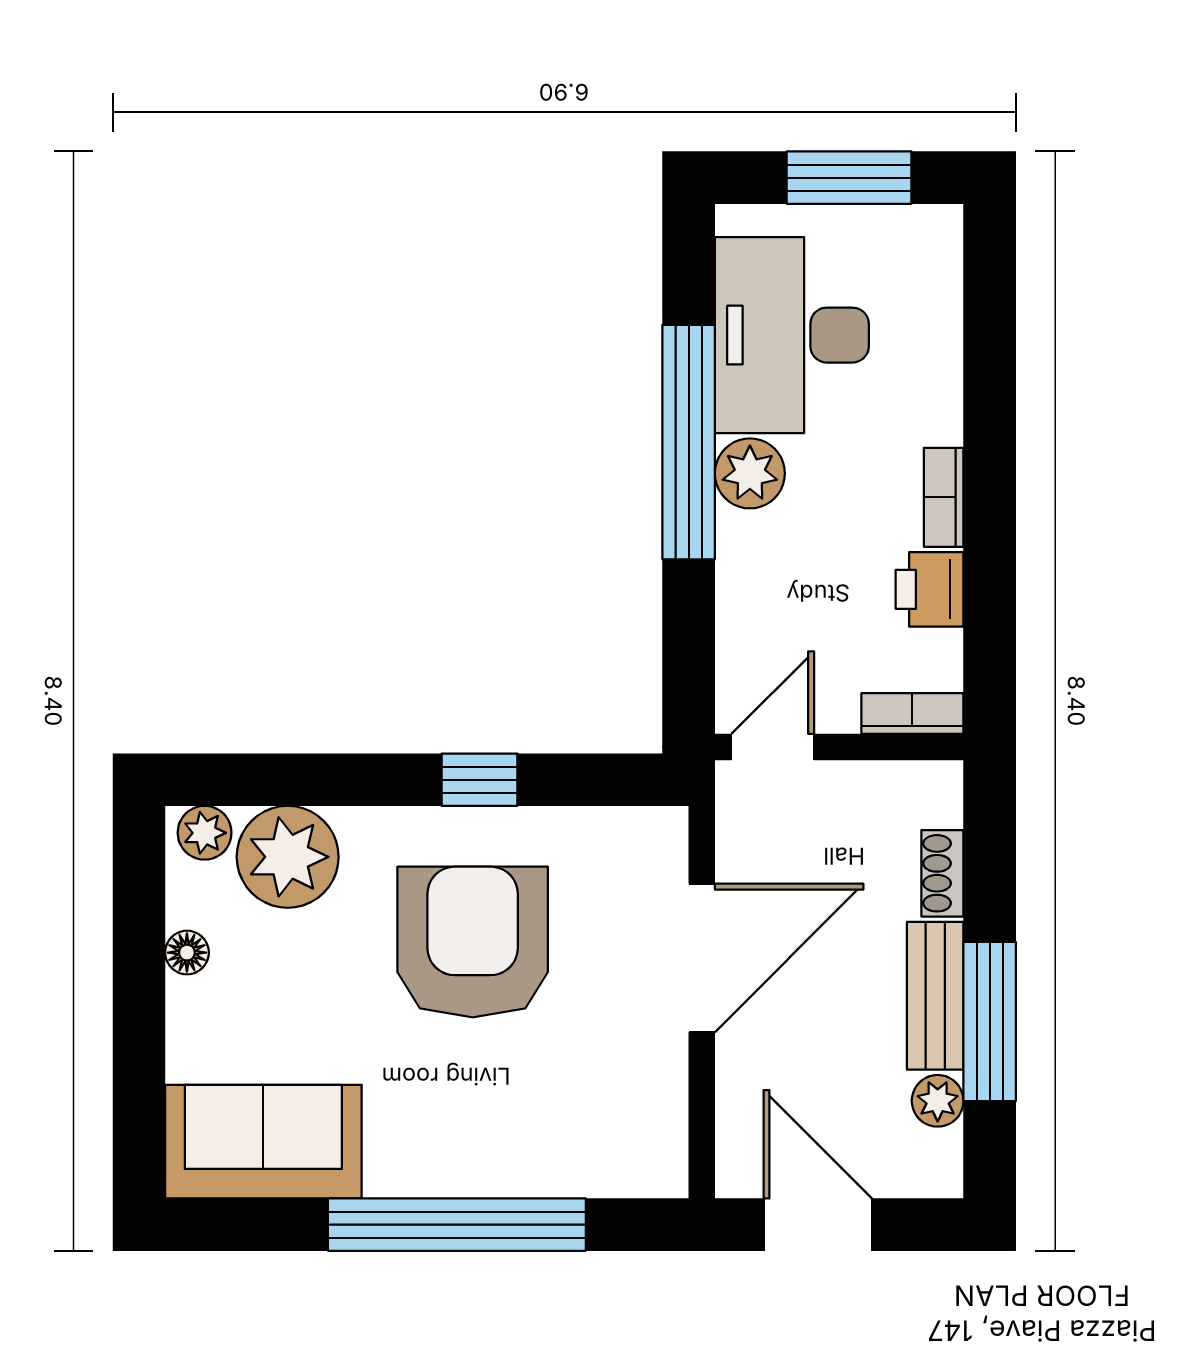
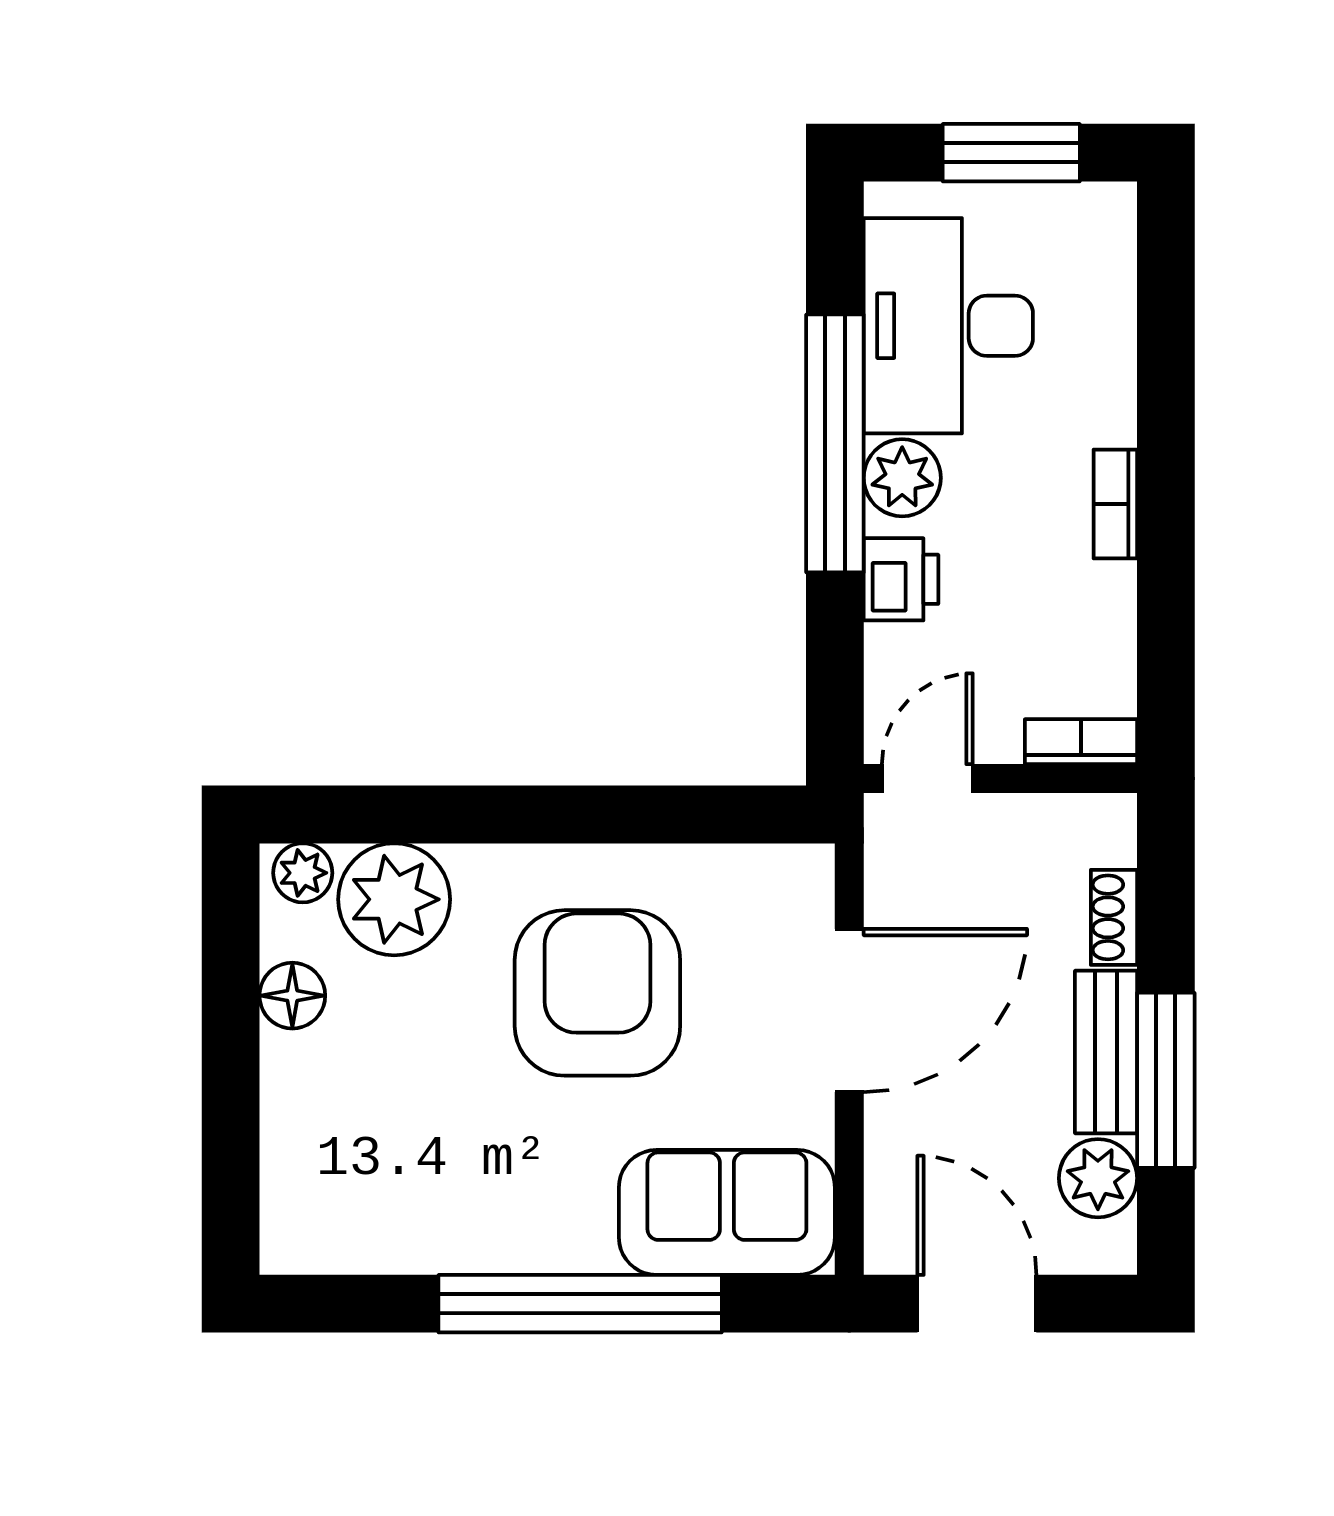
printer: (930, 589) -> (901, 579), moved, turned 180
window: (479, 780) -> (605, 814), removed
floor lamp: (187, 953) -> (292, 996), width x1.37, depth x1.37
plant: (938, 1101) -> (1098, 1178), width x1.38, depth x1.38
sofa: (263, 1142) -> (727, 1212), moved

